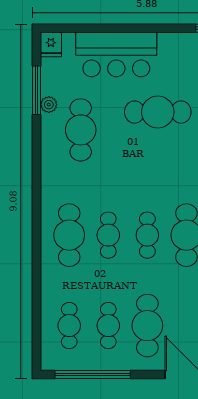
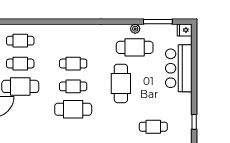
plant: (49, 105) -> (135, 29), moved
cafe table: (158, 112) -> (121, 83), moved
cafe table: (69, 235) -> (73, 41), removed

